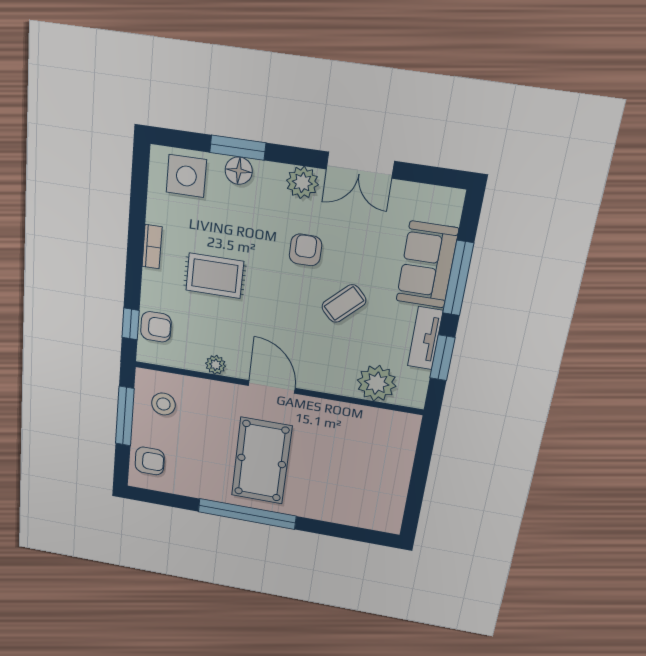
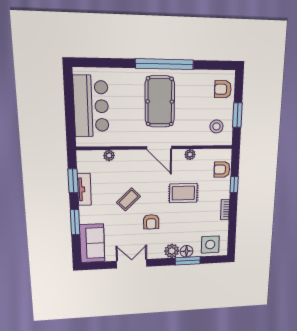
plant: (302, 183) -> (172, 251), moved
sofa: (427, 265) -> (92, 243), moved
rug: (215, 276) -> (183, 193), moved
window: (458, 278) -> (75, 222), width x0.69
window: (131, 324) -> (234, 185), moved
plant: (377, 383) -> (109, 155), width x0.53, depth x0.53
window: (125, 416) -> (237, 115), width x0.69
bar counter: (381, 474) -> (91, 106), added

